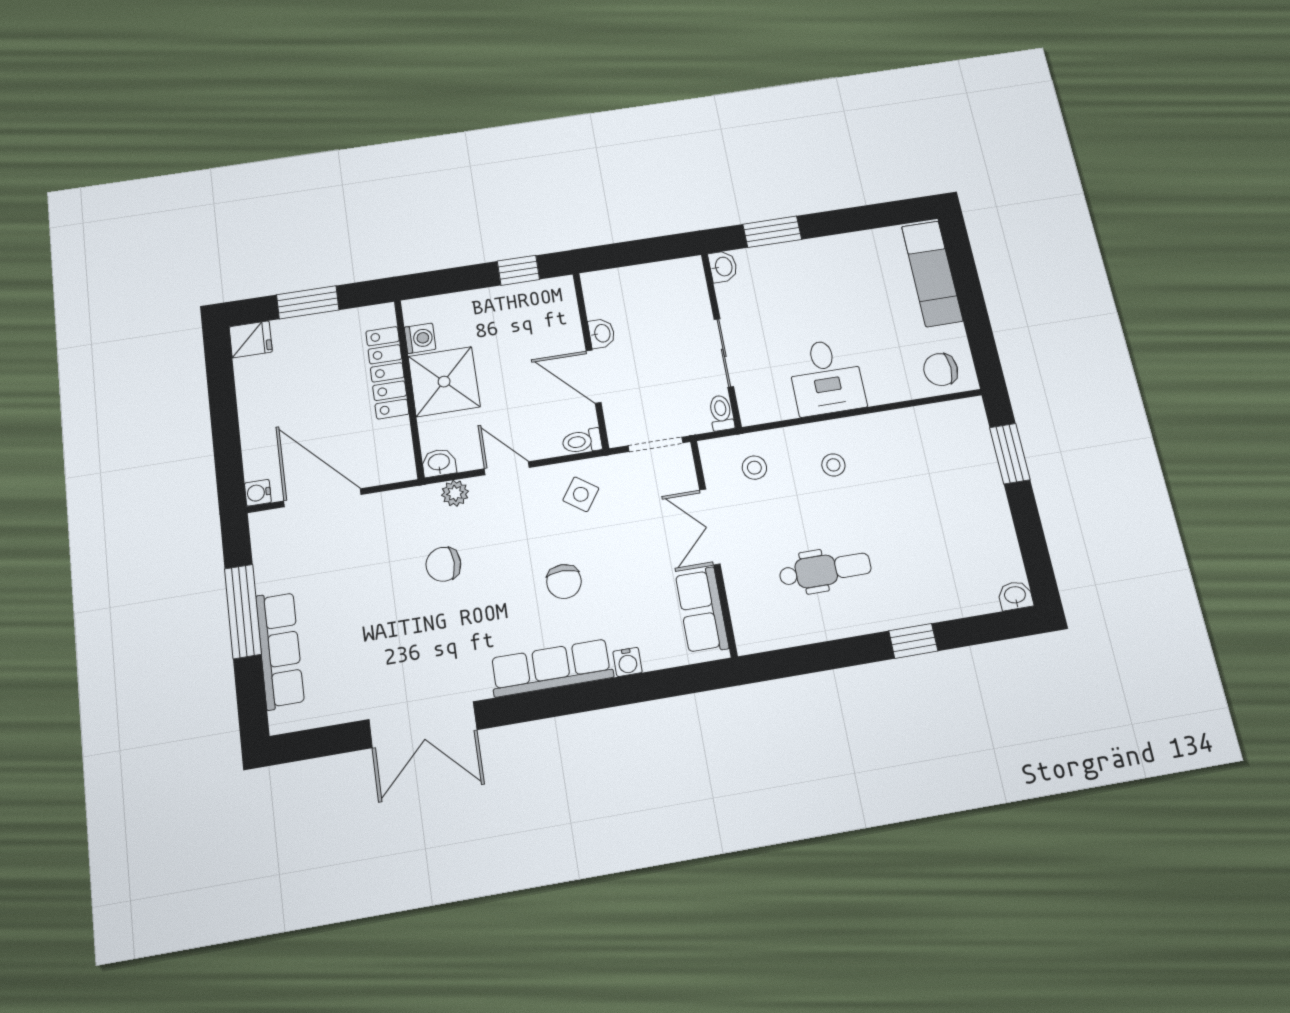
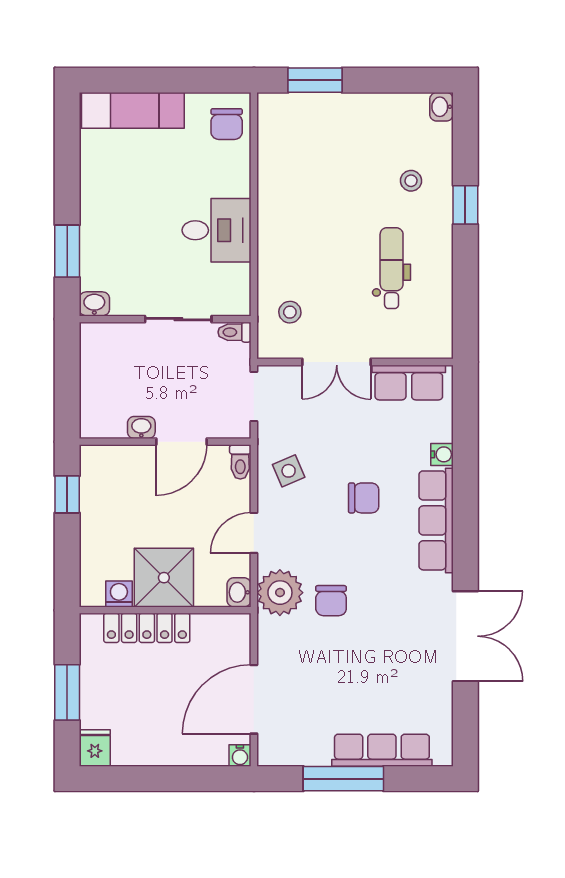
stool: (833, 465) -> (411, 181), moved
plant: (455, 493) -> (280, 593), width x1.88, depth x1.88
side table: (581, 494) -> (289, 471), turned 32

